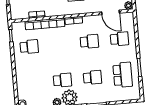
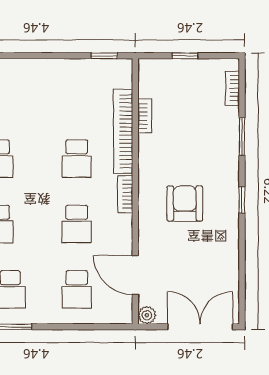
door: (110, 12) -> (135, 275), hinge flipped
school desk: (29, 47) -> (77, 159), moved

